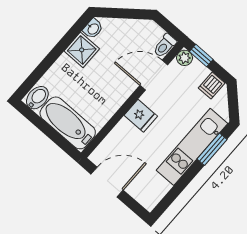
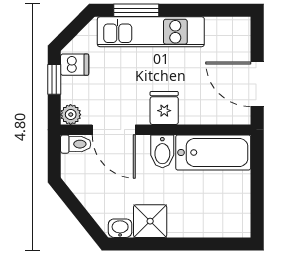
window: (201, 55) -> (54, 79), moved
bidet: (37, 98) -> (162, 151), moved, turned -90
bathtub: (68, 123) -> (213, 152), moved, turned -90

